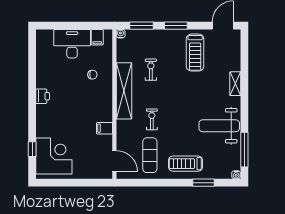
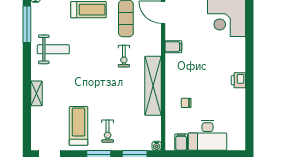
exercise bike: (151, 70) -> (108, 131), moved
weight bench: (219, 126) -> (53, 49), width x0.73, depth x0.75
window: (32, 149) -> (249, 25), removed

